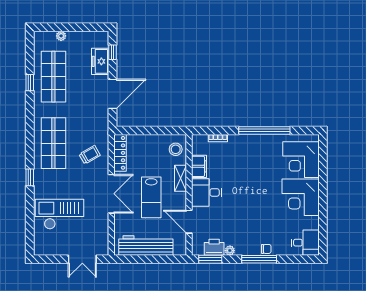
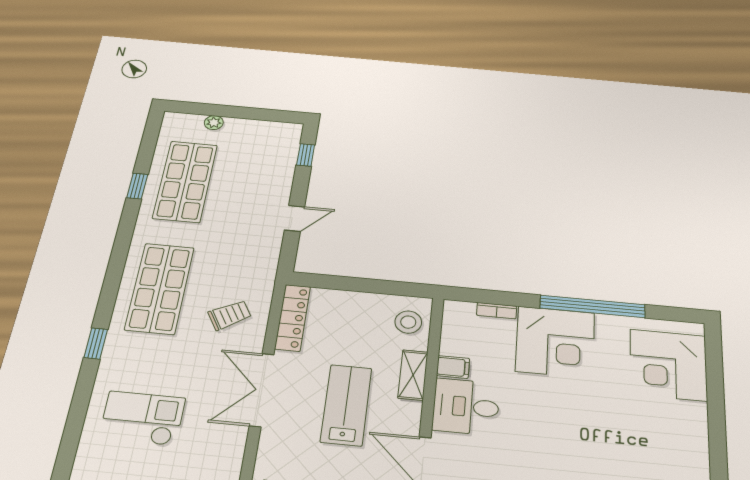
freezer: (100, 61) -> (280, 166), removed
door: (113, 94) -> (294, 218), width x0.53
filing cabinet: (199, 166) -> (453, 367), width x0.50
double door: (111, 194) -> (262, 390), swing flipped
lab bench: (151, 197) -> (346, 405), turned 180
corner desk: (301, 197) -> (555, 342), moved, turned -90
checkout: (59, 214) -> (142, 418), width x0.73, depth x0.83

